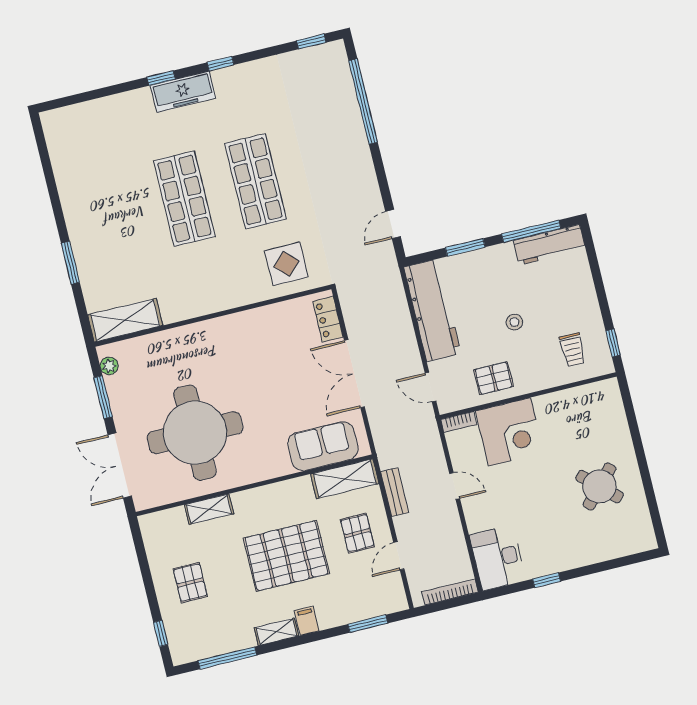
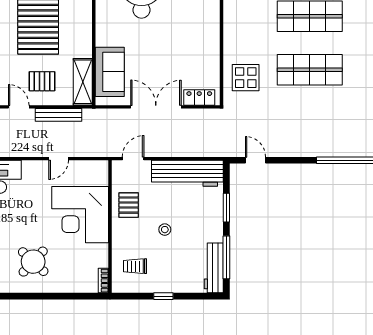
window: (613, 343) -> (163, 296), moved
bookcase: (459, 422) -> (103, 281), moved
corner desk: (510, 432) -> (80, 215), width x1.36, depth x1.36
bench: (395, 492) -> (59, 115), width x1.36

